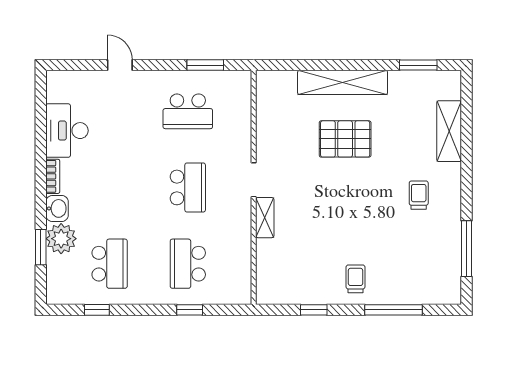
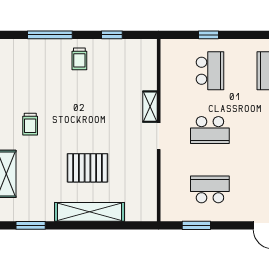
school desk: (188, 187) -> (210, 130), turned -90

